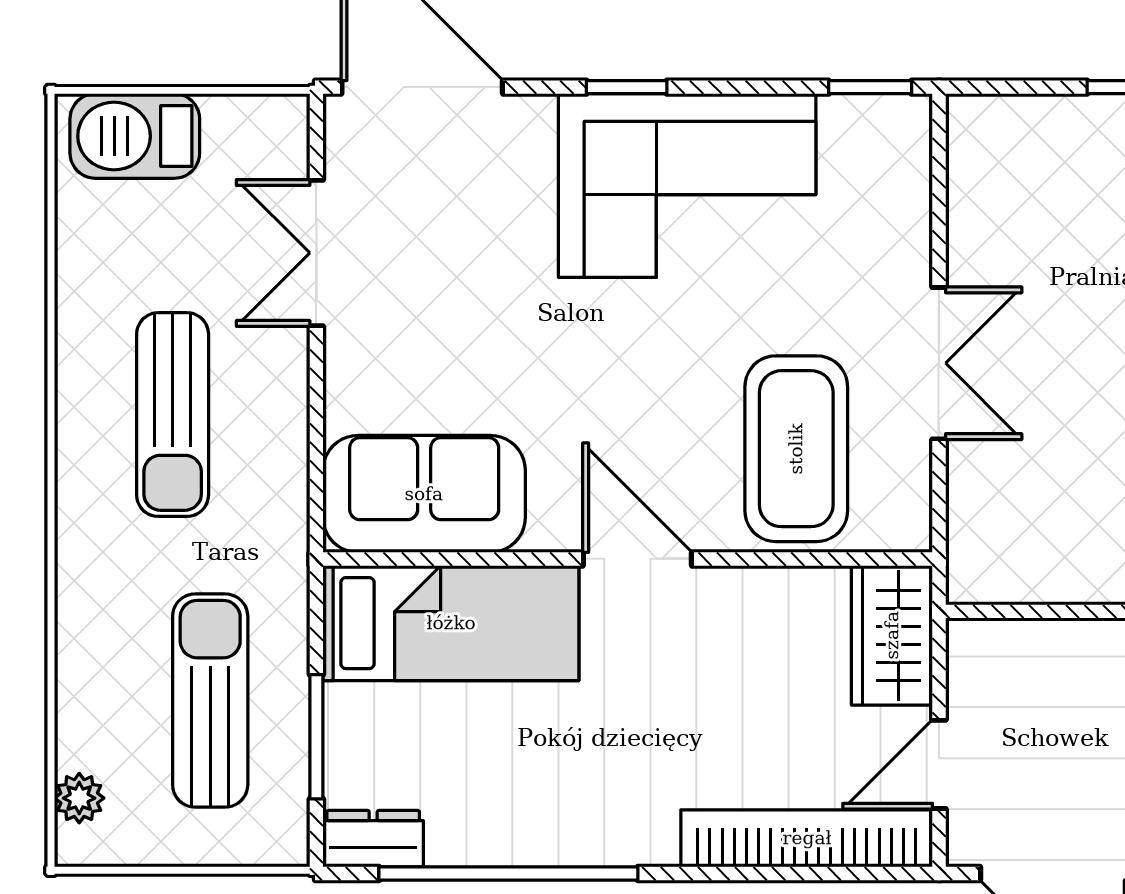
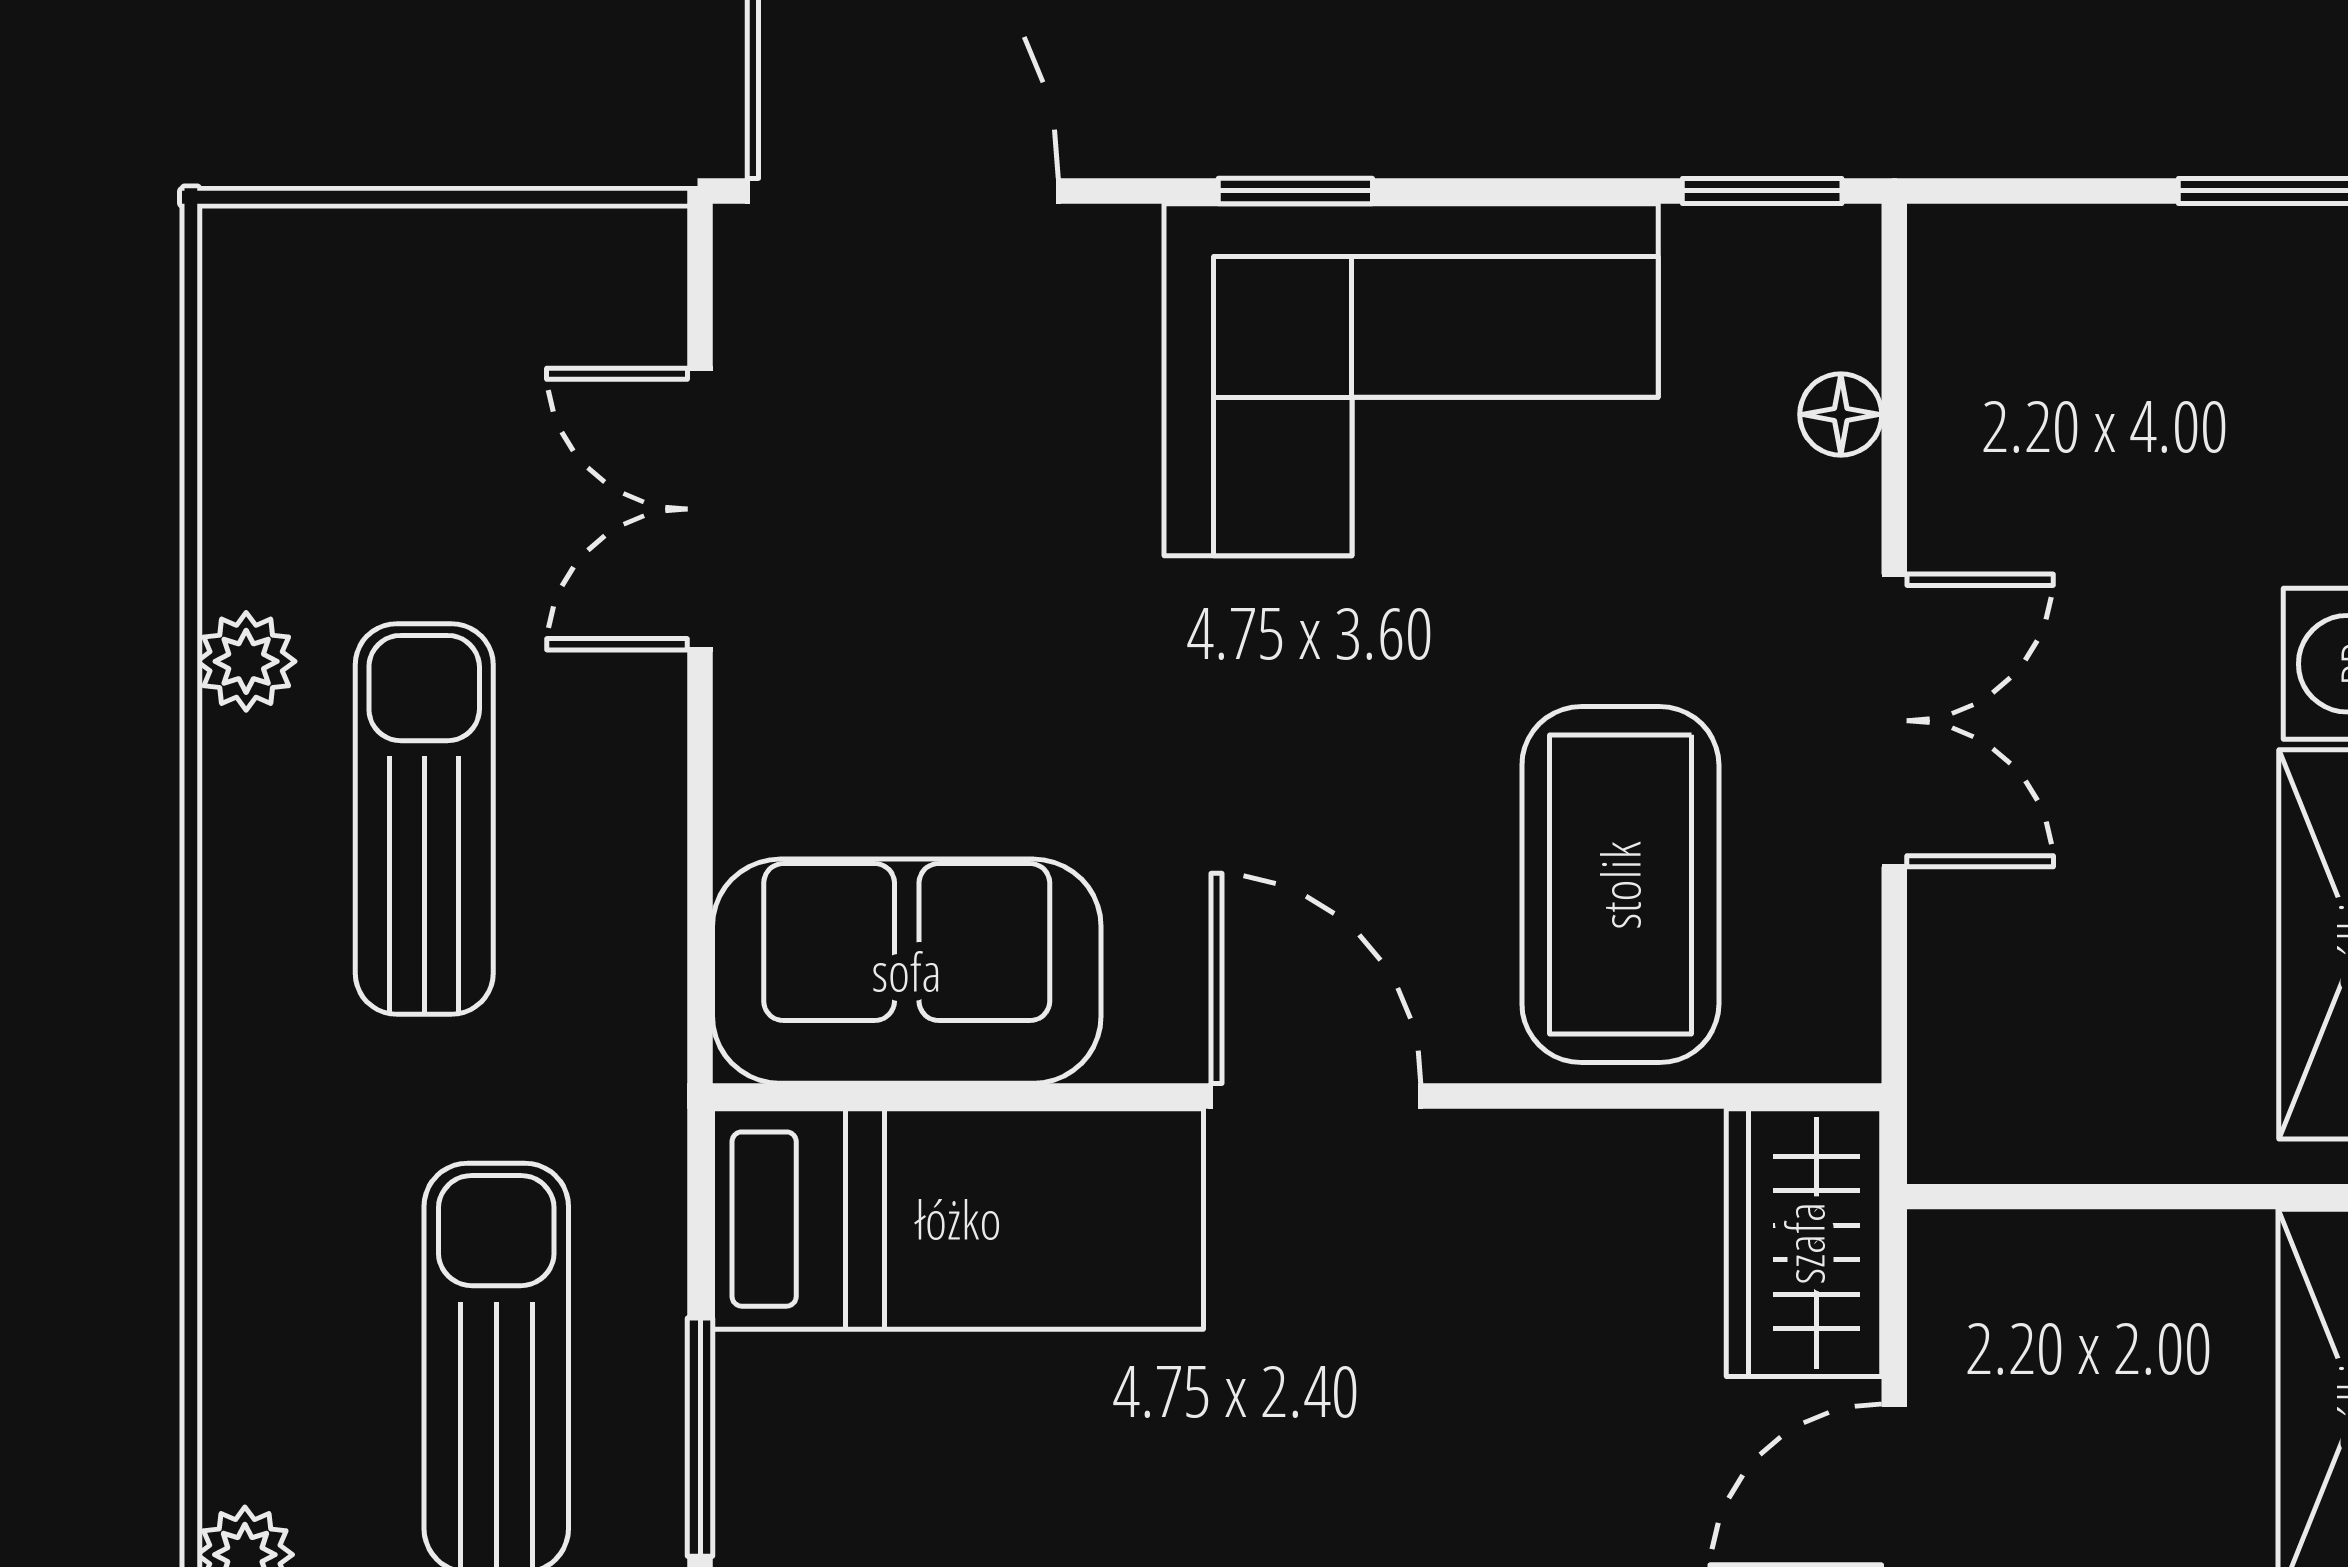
barbecue: (135, 136) -> (352, 285), removed
floor lamp: (911, 204) -> (1841, 414), added
plant: (80, 332) -> (246, 661), added
sun lounger: (173, 415) -> (424, 819), turned 180

